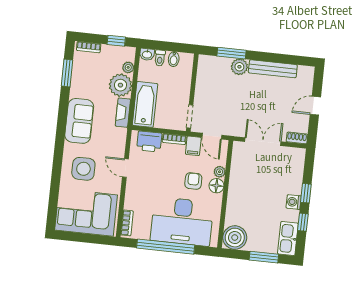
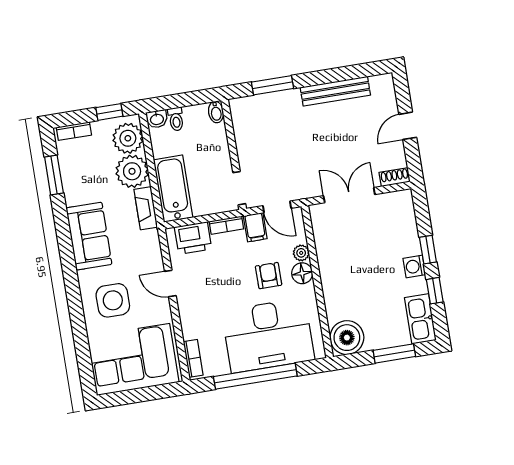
bidet: (174, 59) -> (216, 112), moved
plant: (128, 67) -> (128, 138), width x1.88, depth x1.88
plant: (239, 67) -> (289, 101), removed

